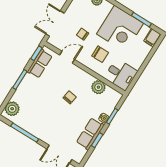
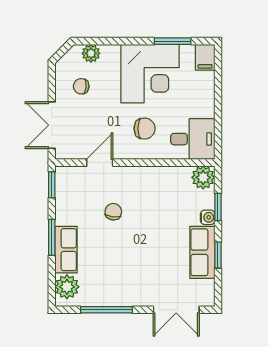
chair: (83, 34) -> (81, 86), moved
row of seats: (40, 64) -> (66, 250), moved
plant: (98, 87) -> (203, 177), moved
chair: (70, 97) -> (113, 212), moved

